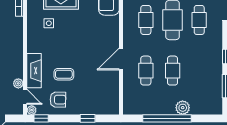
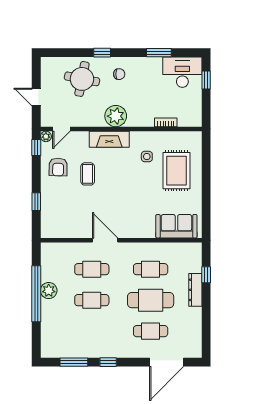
fireplace: (34, 71) -> (109, 139), moved
plant: (18, 83) -> (116, 116), moved, width x1.88, depth x1.88
plant: (183, 108) -> (49, 291), moved

